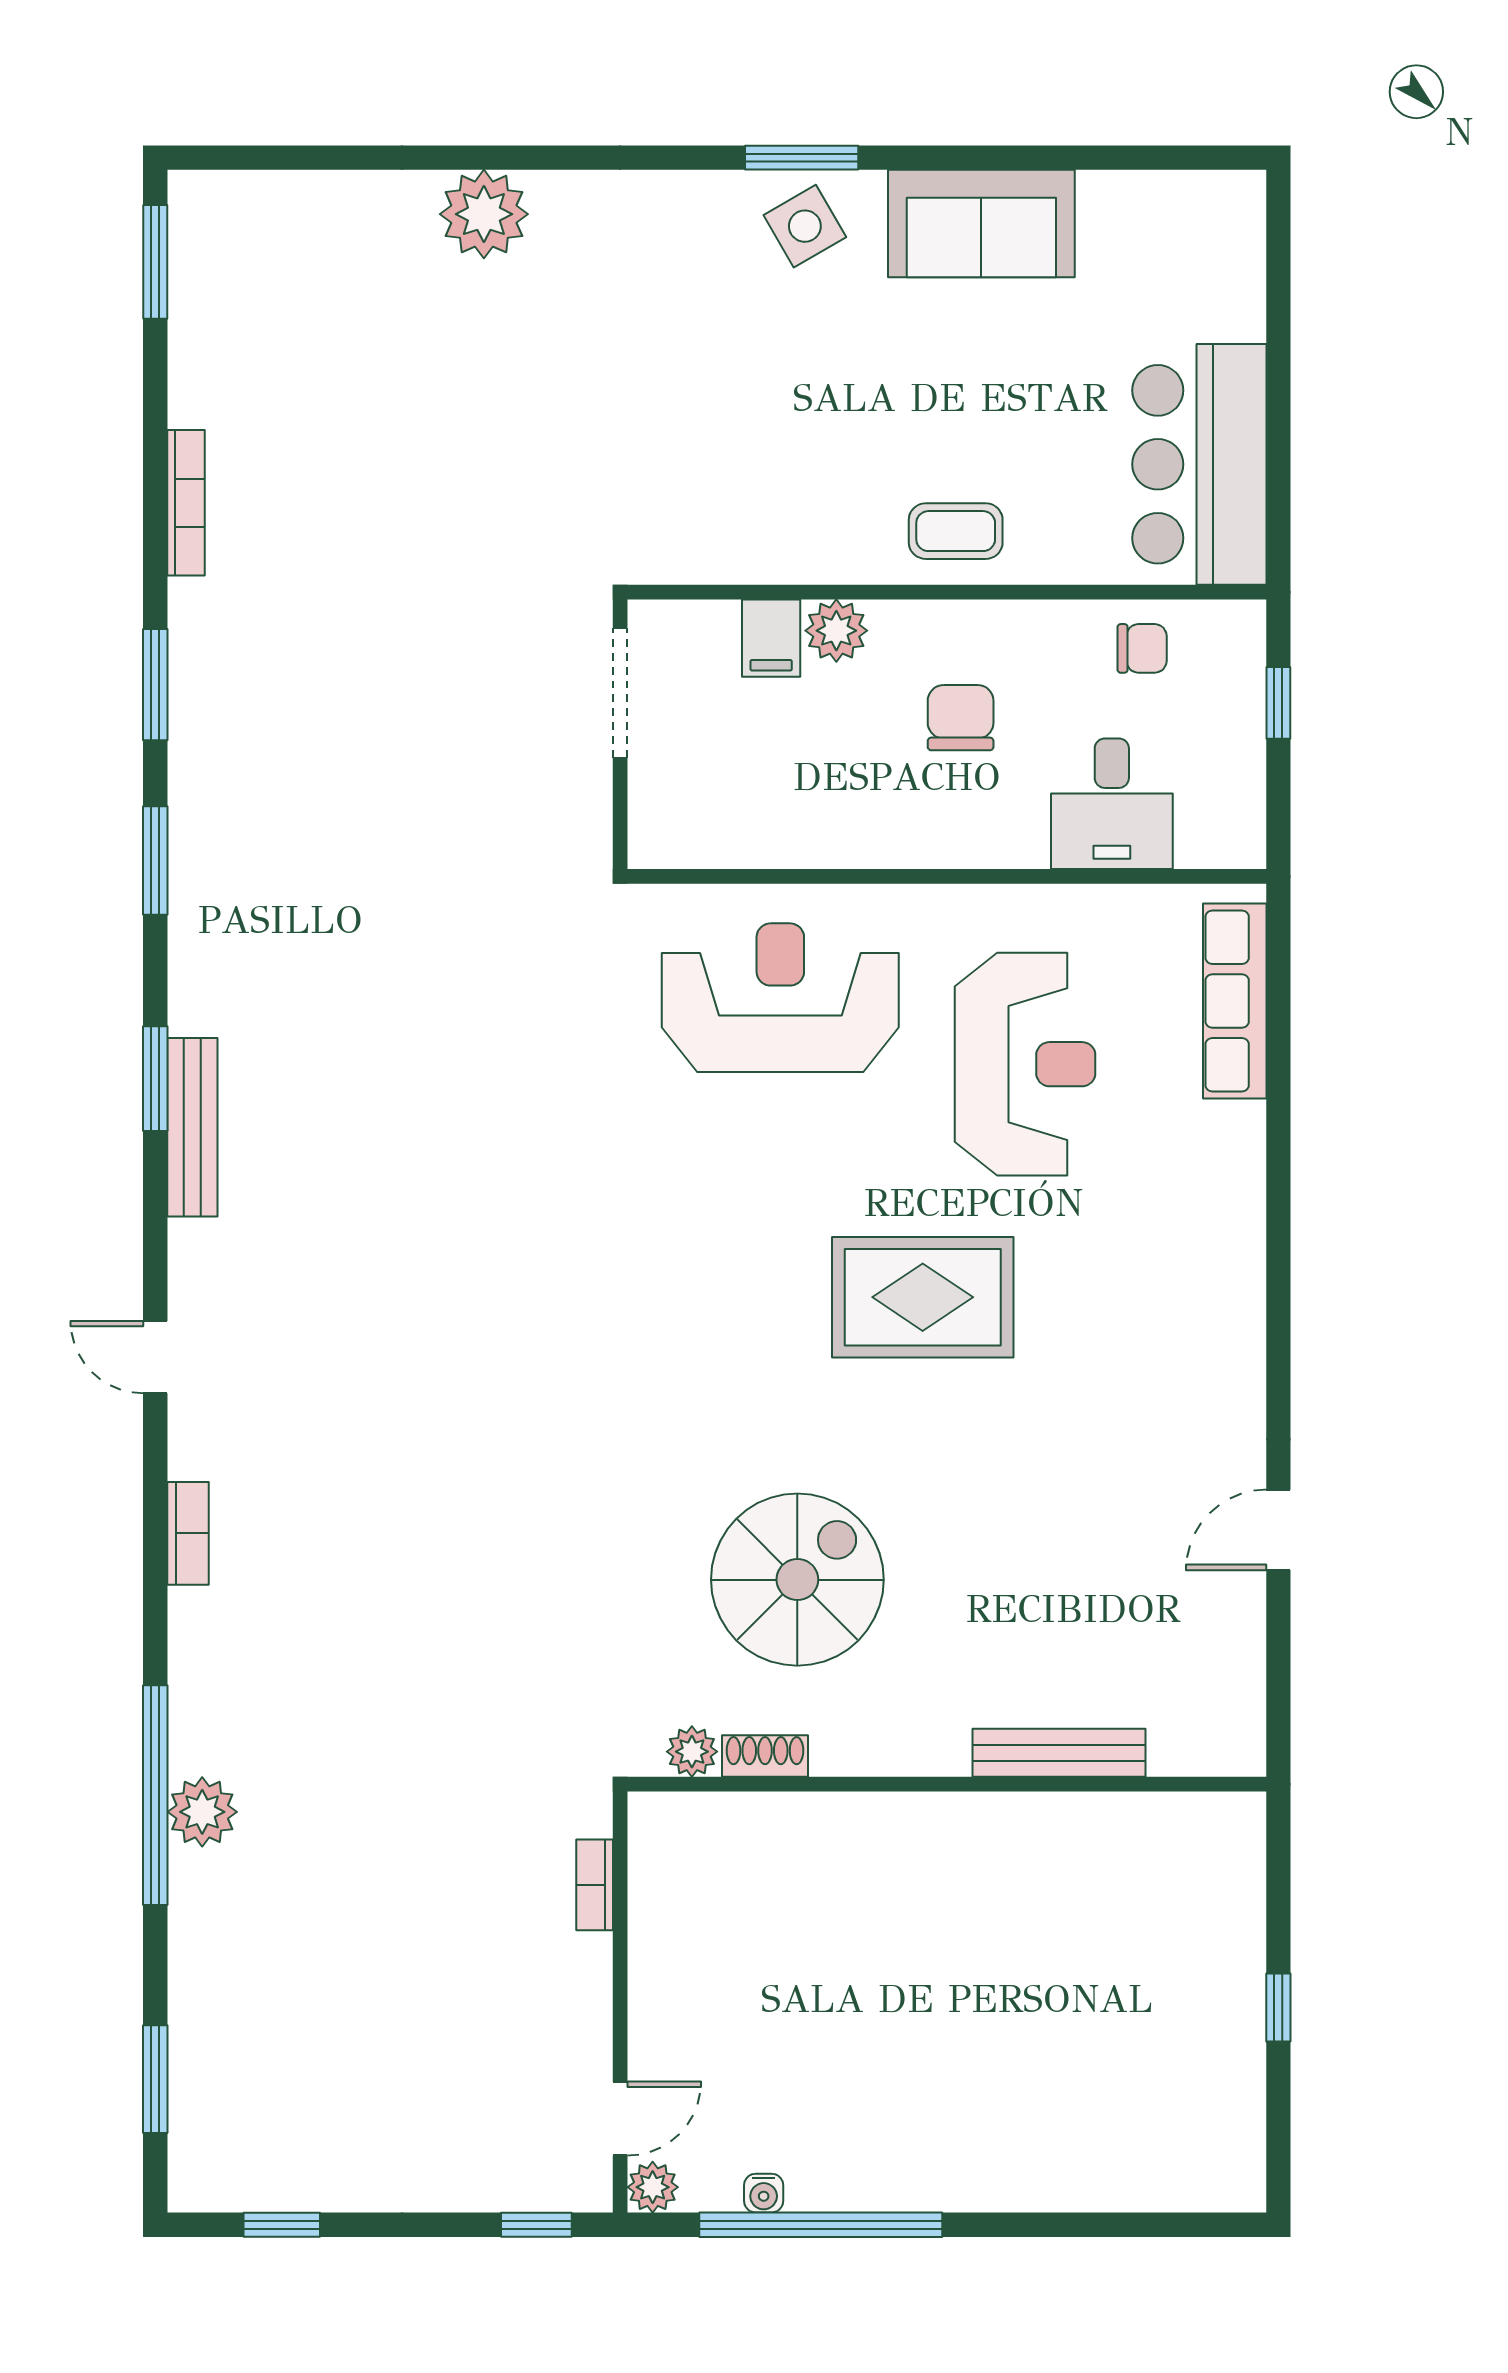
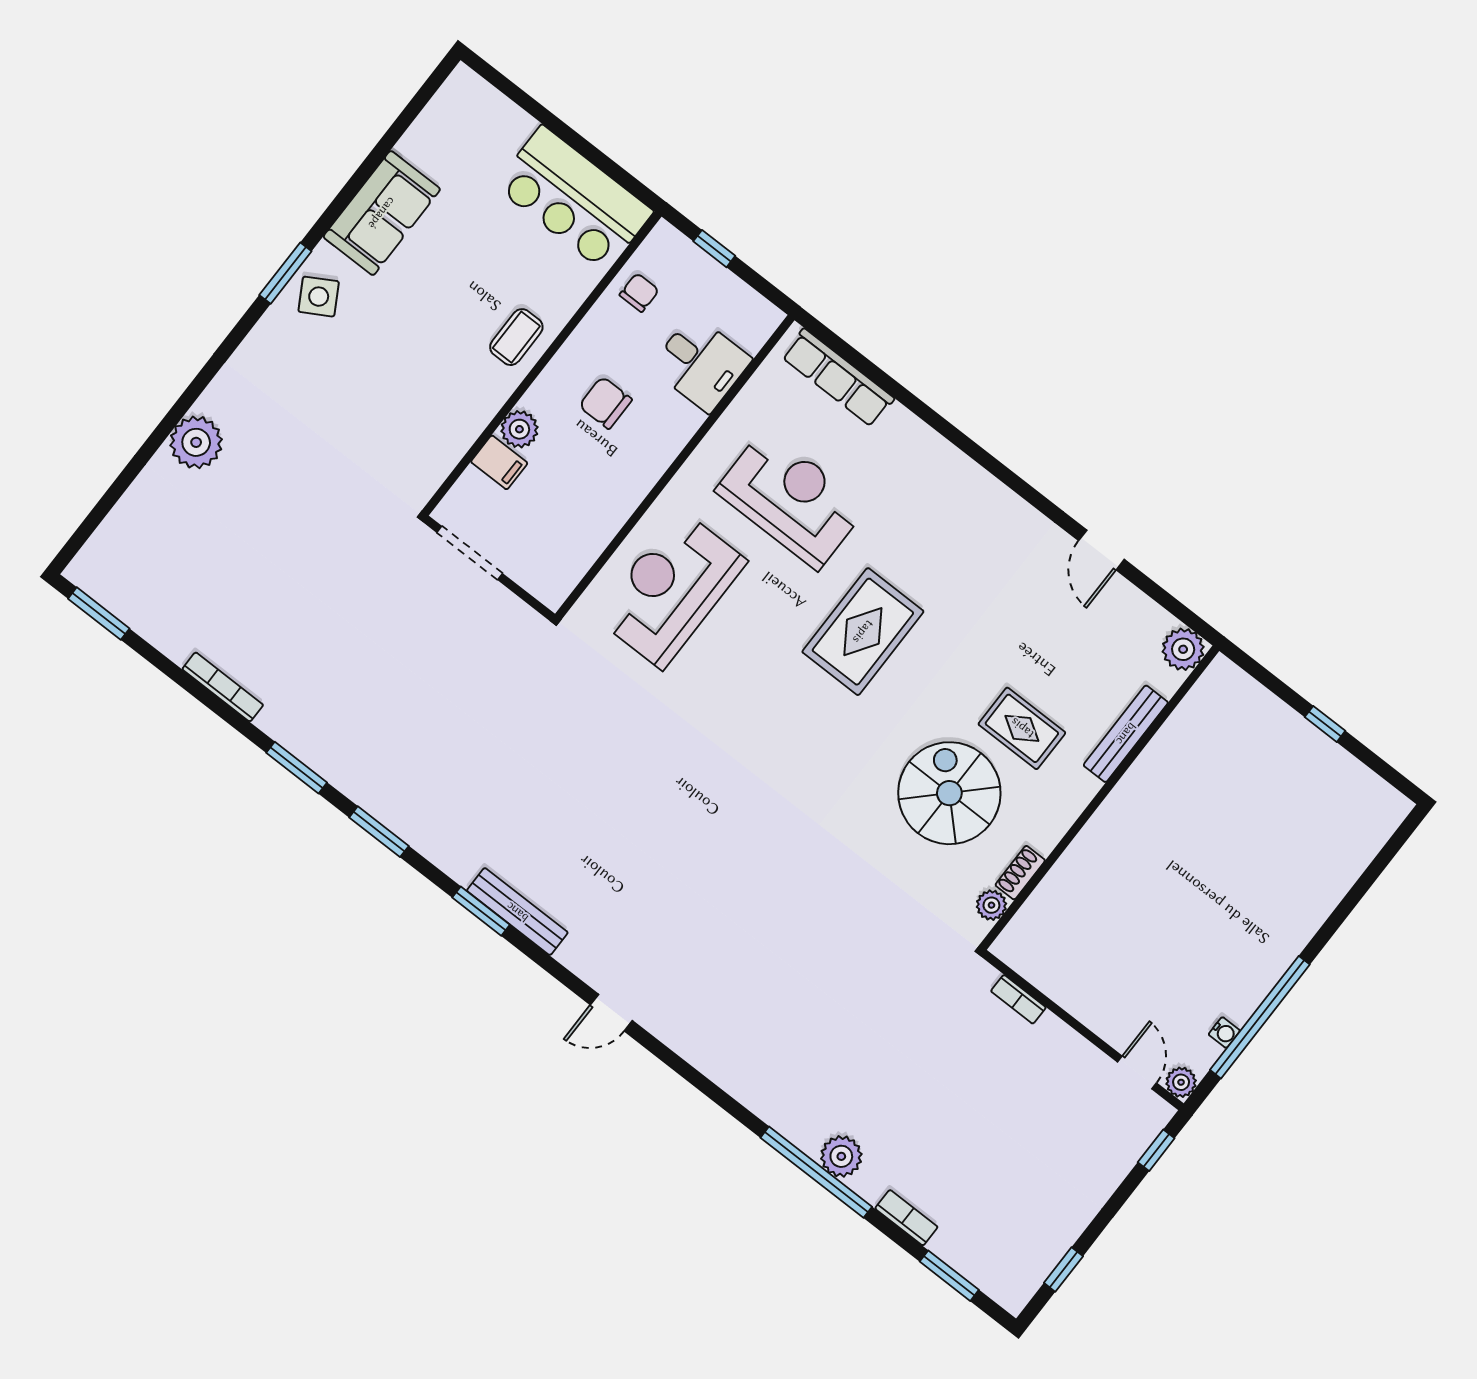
bookcase: (188, 1533) -> (906, 1218), moved
rug: (959, 1609) -> (1022, 728), added
plant: (1231, 1741) -> (1183, 649), added

